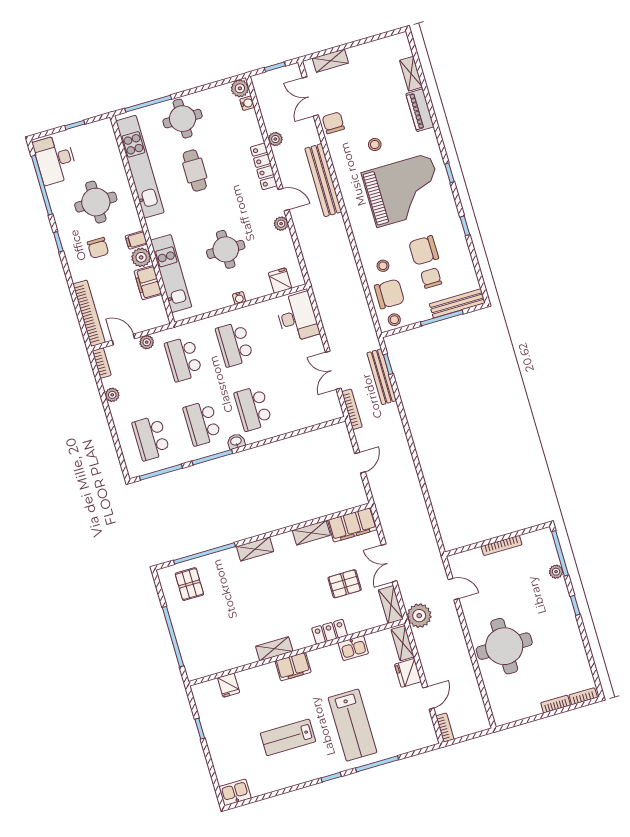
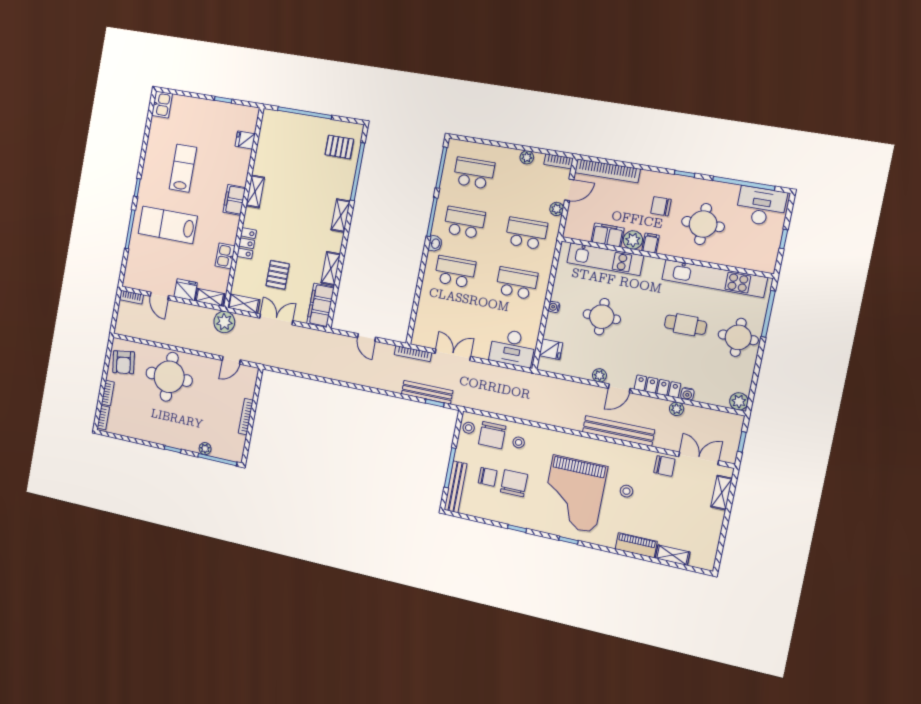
water cooler: (247, 103) -> (687, 394), moved
armchair: (515, 703) -> (124, 362), added

